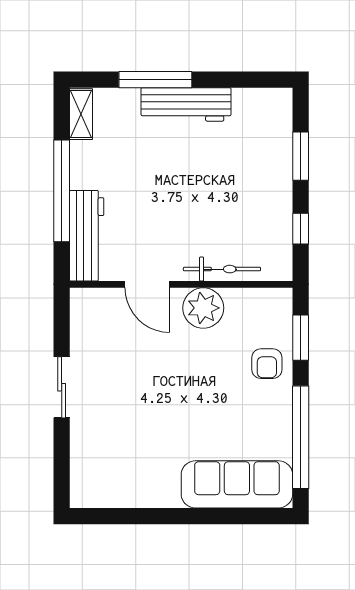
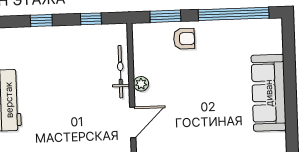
window: (301, 156) -> (41, 21), width x0.67
plant: (203, 308) -> (141, 84), width x0.53, depth x0.53
sofa: (237, 484) -> (269, 93), moved

